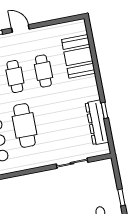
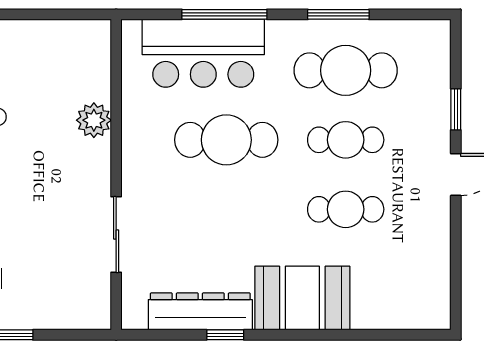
booth: (78, 56) -> (302, 298), moved
plant: (27, 181) -> (94, 120), added

